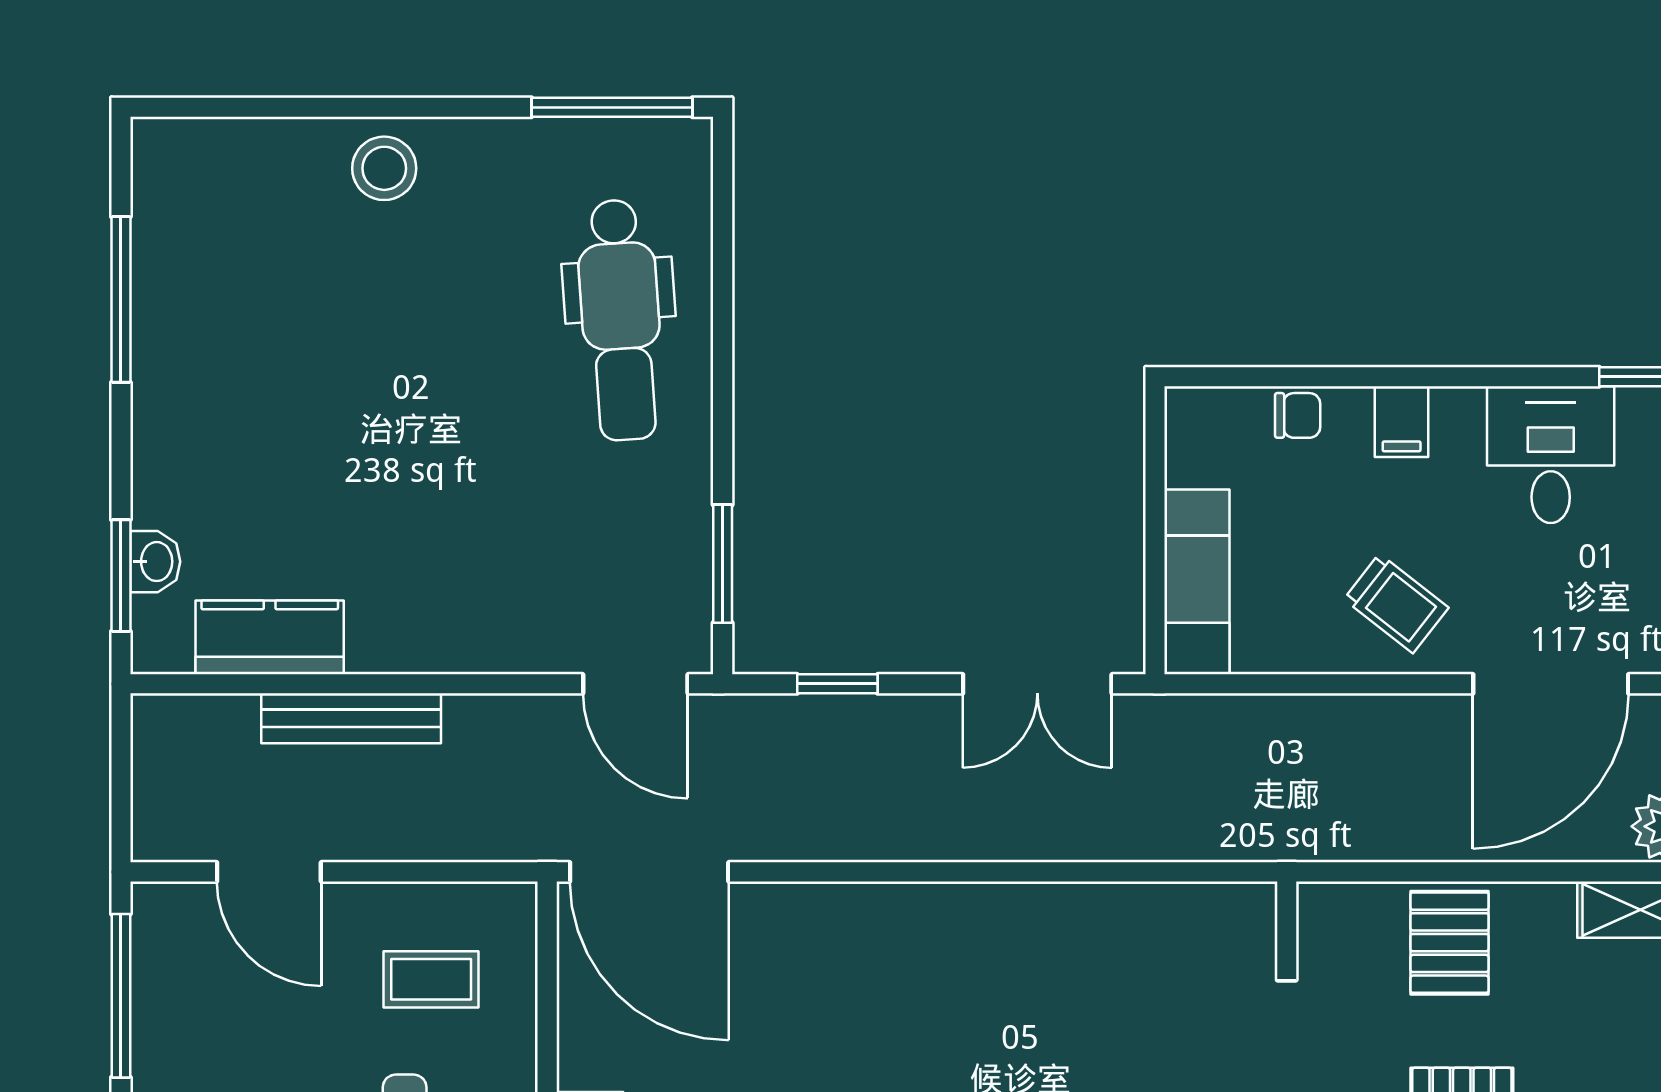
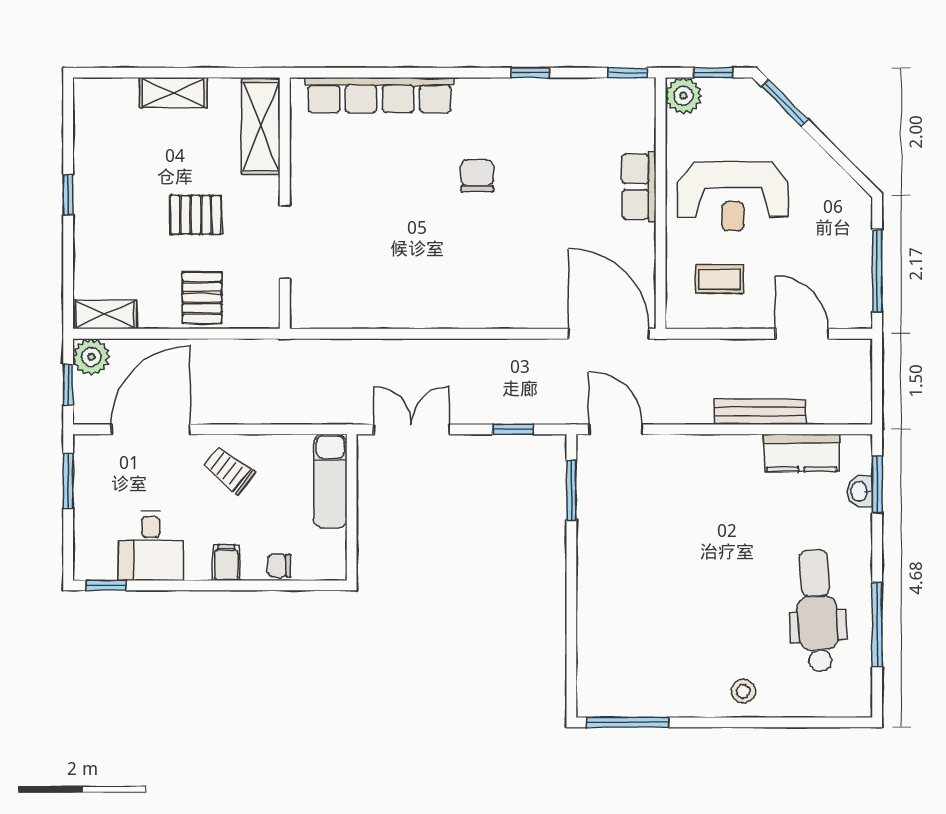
stool: (384, 168) -> (743, 691), width x0.73, depth x0.73
dental chair: (621, 320) -> (817, 611), moved

